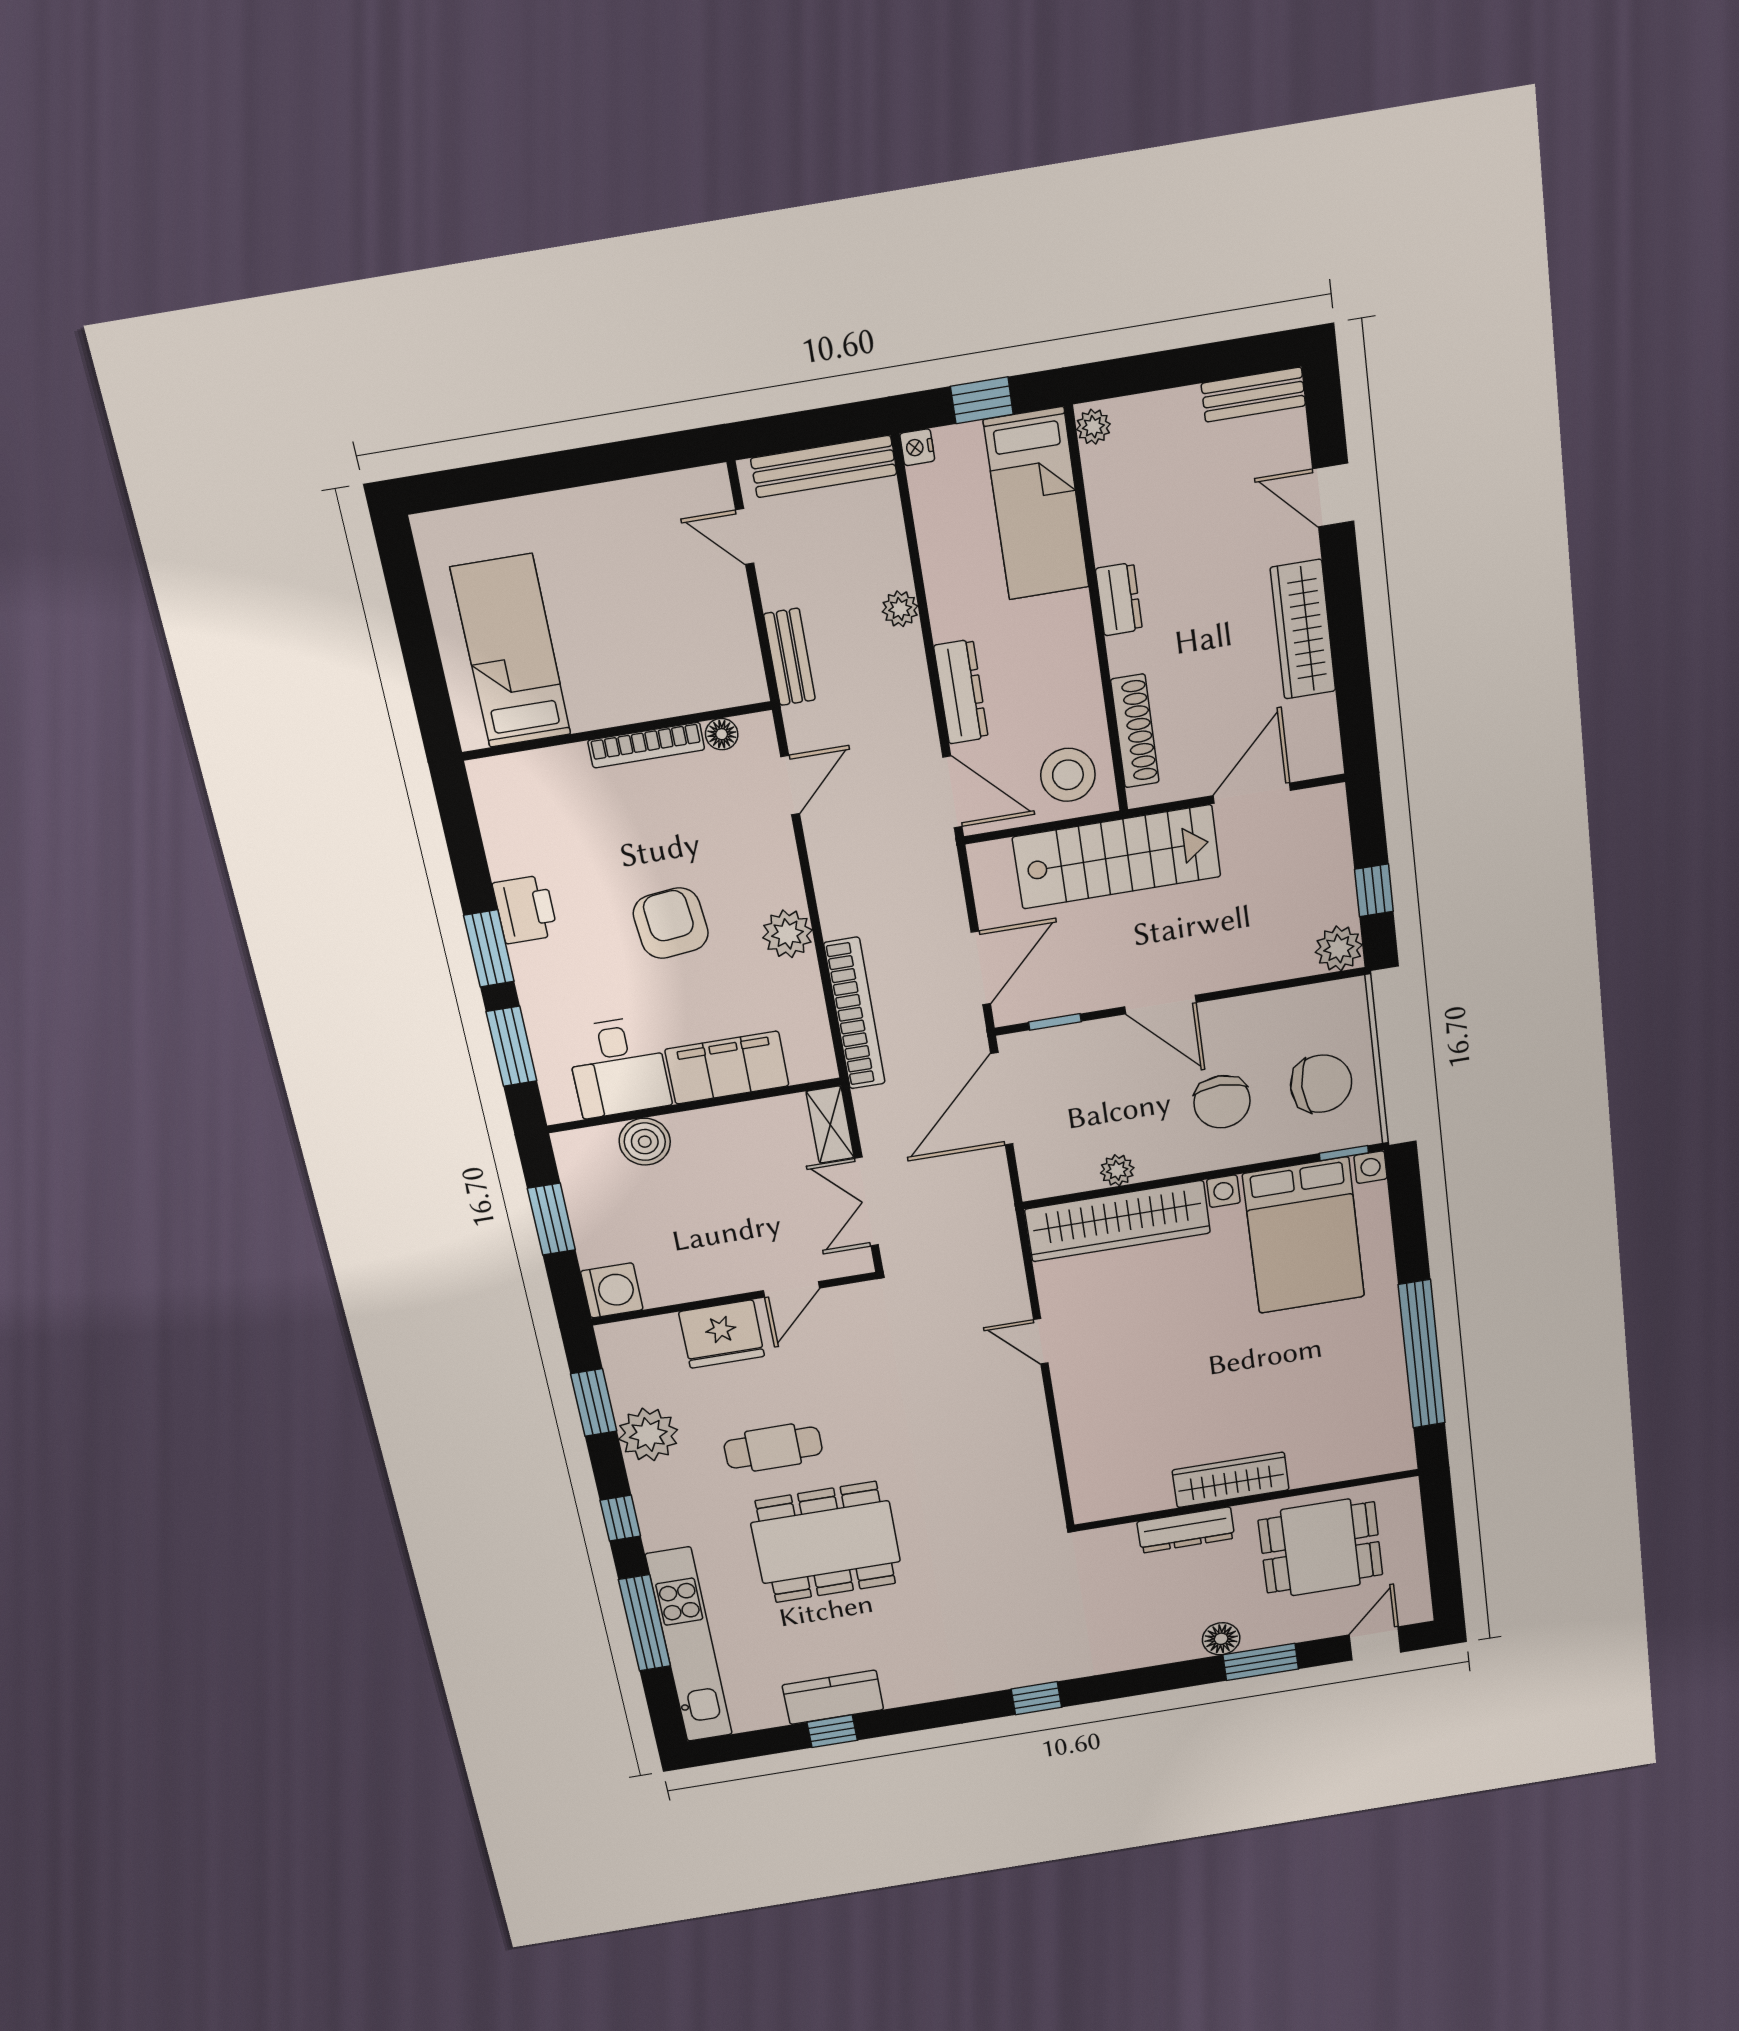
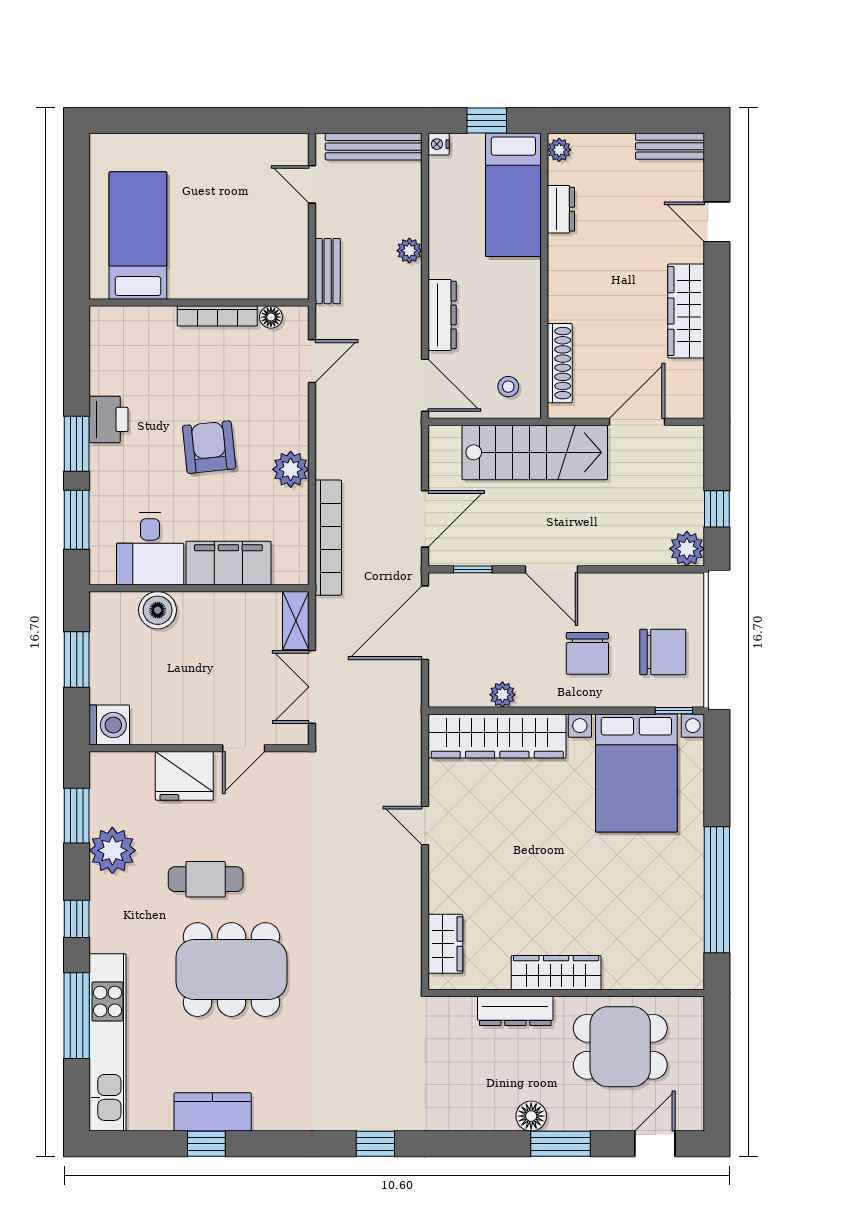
dresser: (1119, 599) -> (561, 209), moved
stool: (1068, 775) -> (508, 387), width x0.53, depth x0.53
wardrobe: (1088, 1471) -> (445, 944), added

